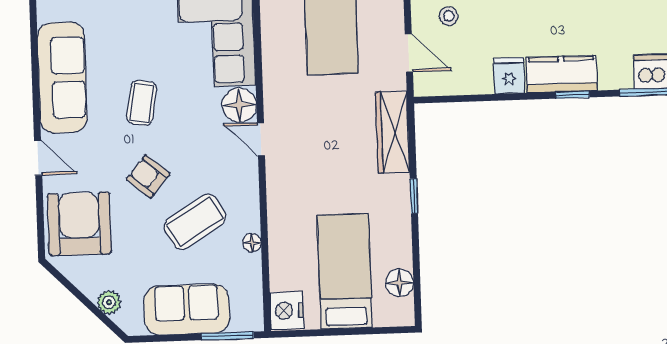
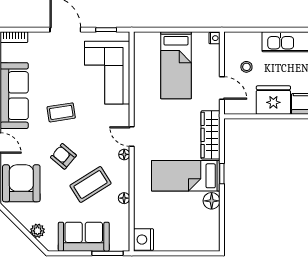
fridge: (509, 76) -> (273, 100), width x1.88, depth x1.34
coffee table: (142, 103) -> (61, 112), turned 71
floor lamp: (239, 105) -> (124, 154), moved, width x0.53, depth x0.53
bed: (345, 271) -> (186, 176), moved, turned -90
floor lamp: (400, 283) -> (212, 201), moved

